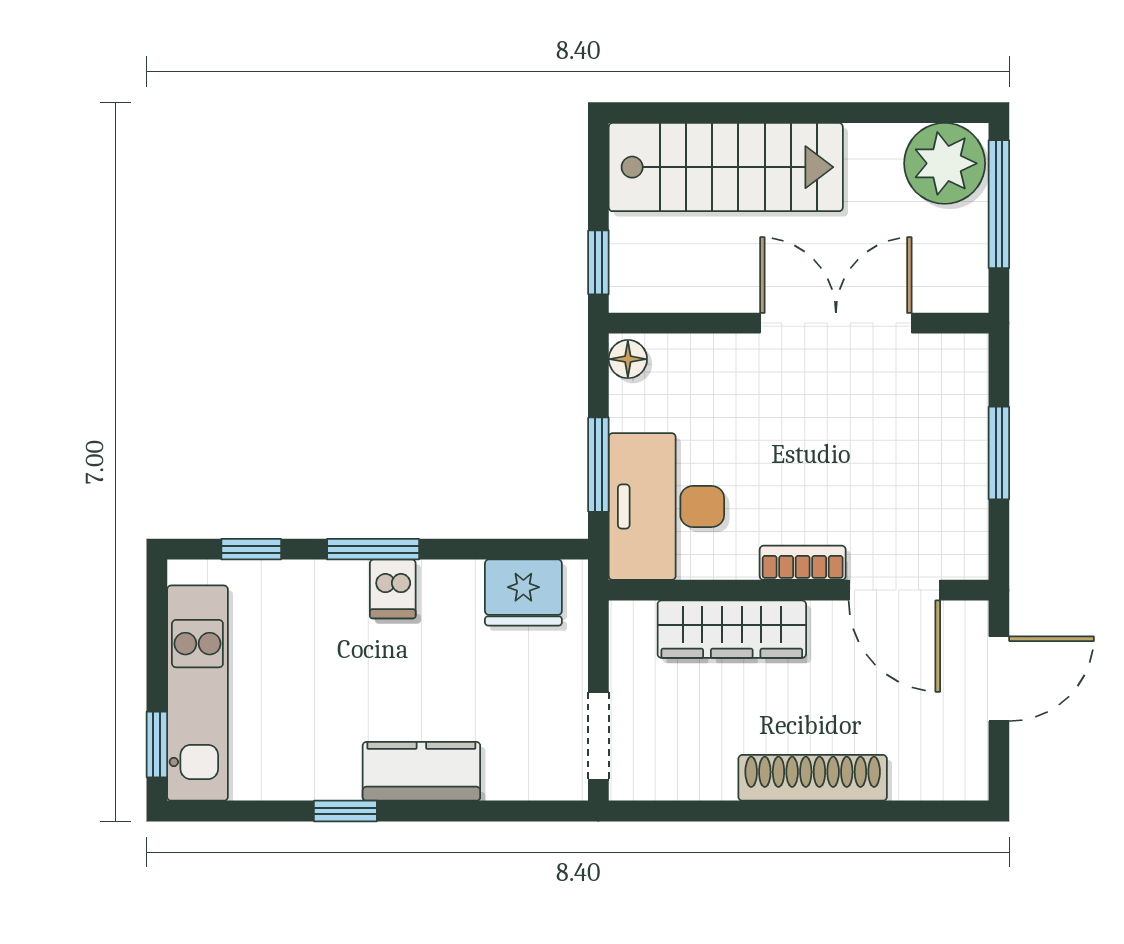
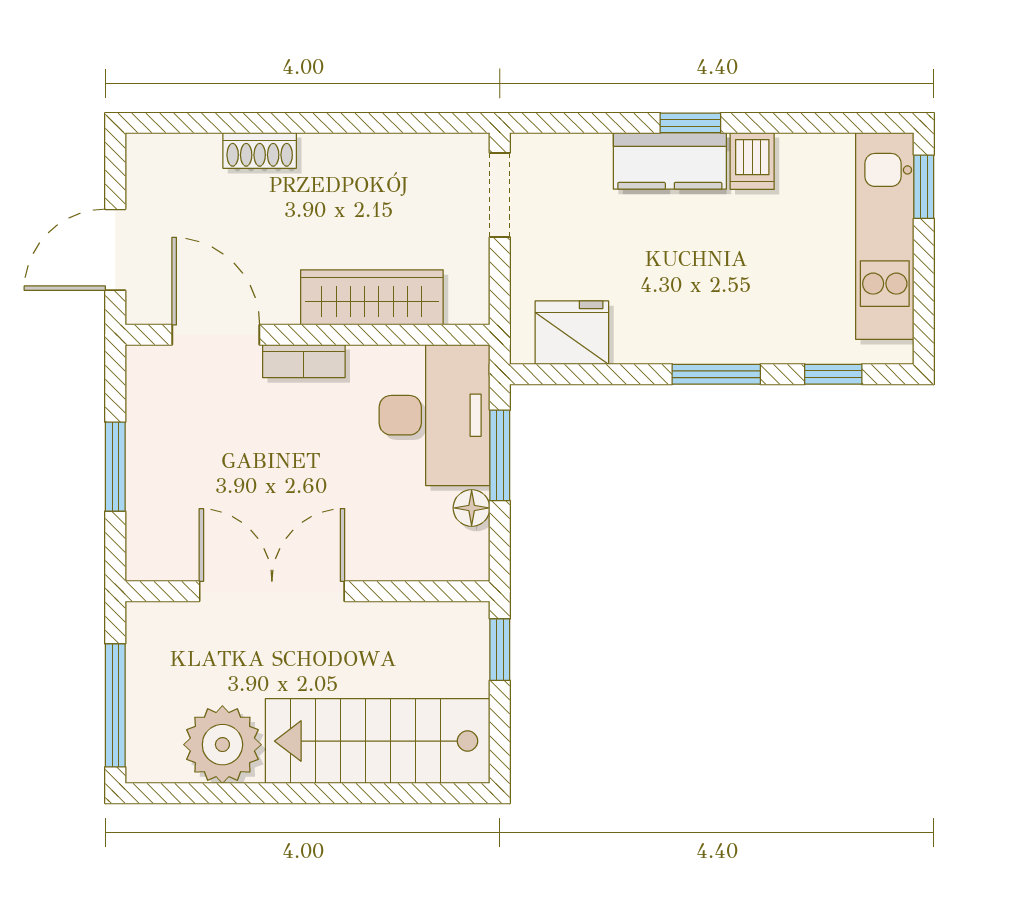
plant: (945, 163) -> (222, 745), moved
double door: (836, 323) -> (272, 591), swing flipped
floor lamp: (628, 359) -> (472, 508), moved
dishwasher: (393, 589) -> (752, 161), moved, turned 180
shoe rack: (813, 778) -> (260, 151), width x0.51, depth x0.81
window: (345, 811) -> (690, 123), moved

